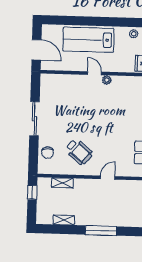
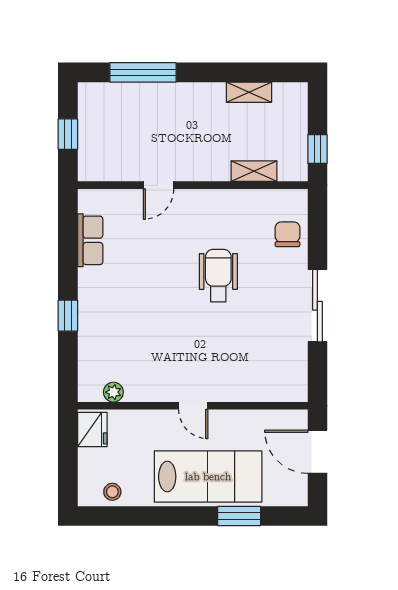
window: (74, 21) -> (239, 516), added
plant: (107, 80) -> (113, 392), moved
wheelchair: (79, 152) -> (218, 276), moved, turned 50
window: (101, 230) -> (143, 72), moved

